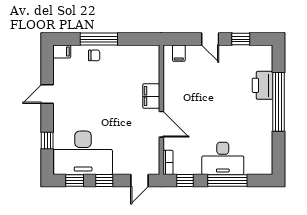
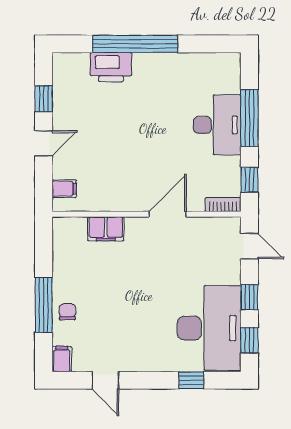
door: (47, 94) -> (105, 380), moved
filing cabinet: (151, 96) -> (106, 229), moved

